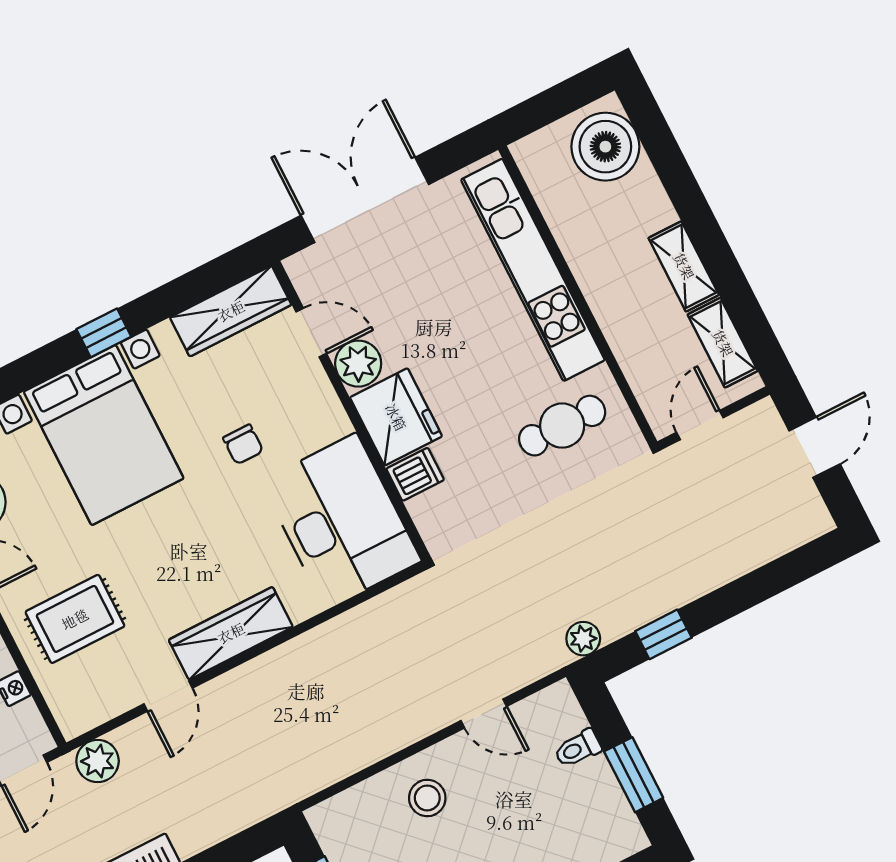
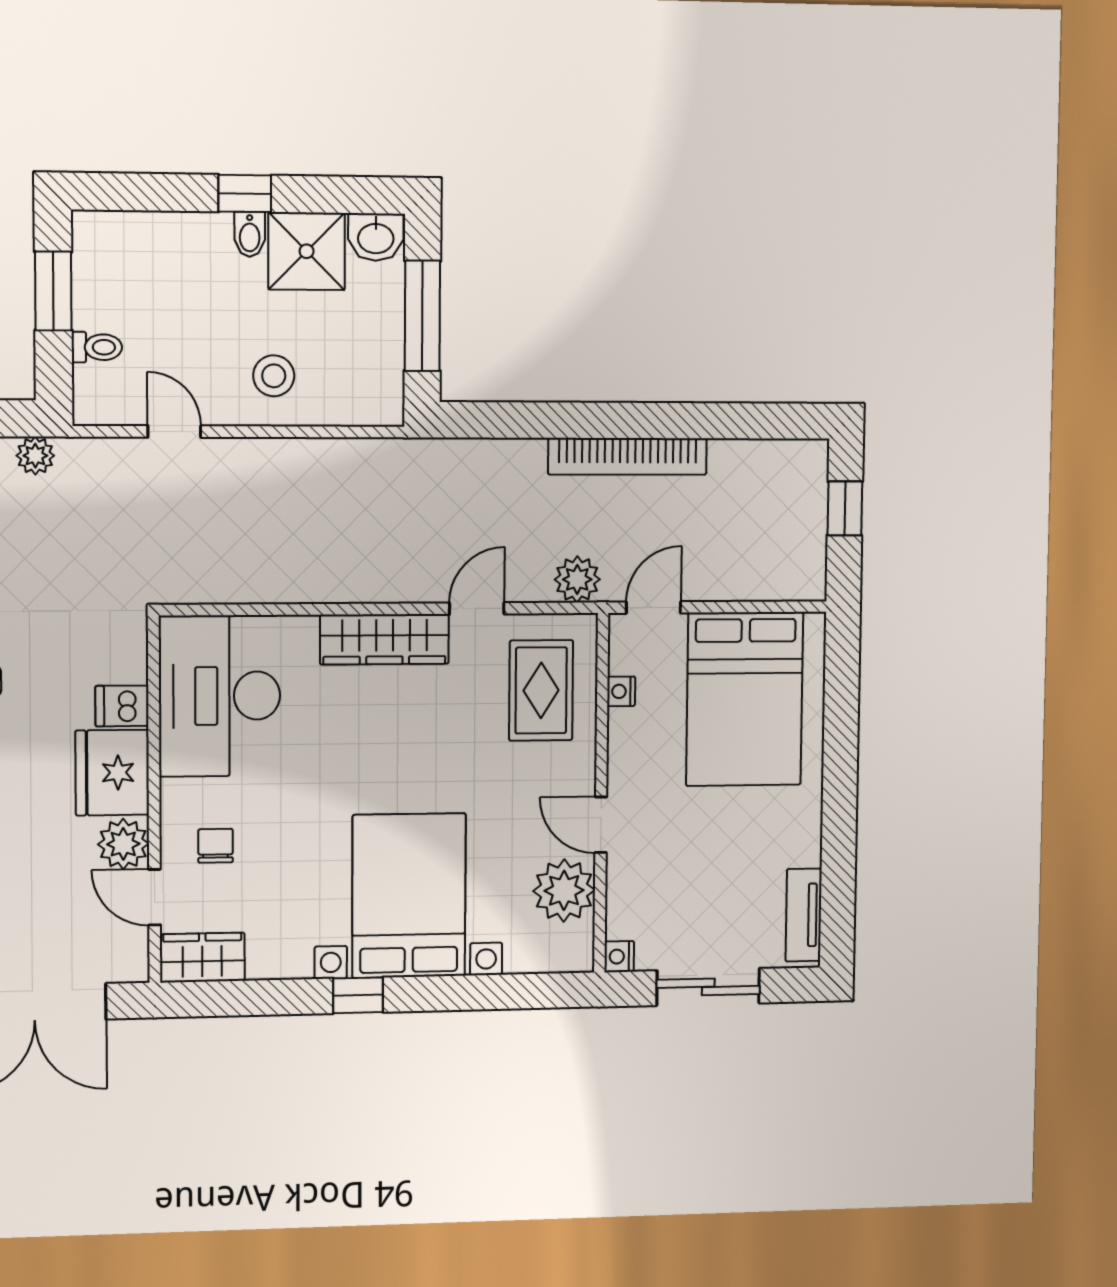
wardrobe: (231, 311) -> (202, 958), width x0.67
chair: (243, 444) -> (216, 846), moved
rug: (75, 619) -> (541, 690), moved, turned 90

